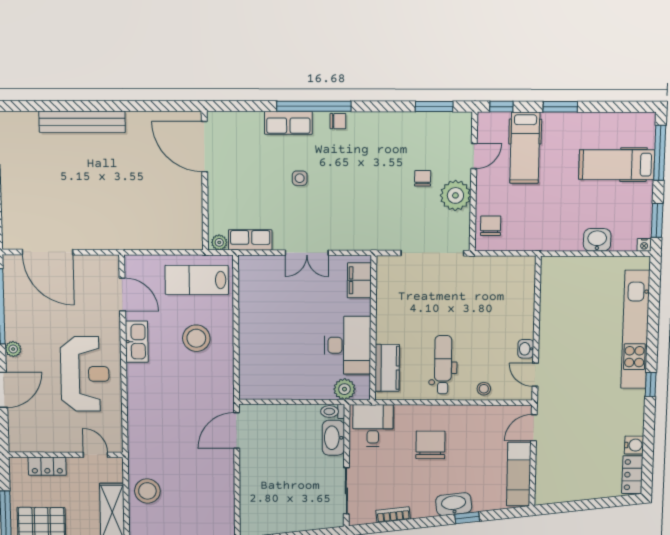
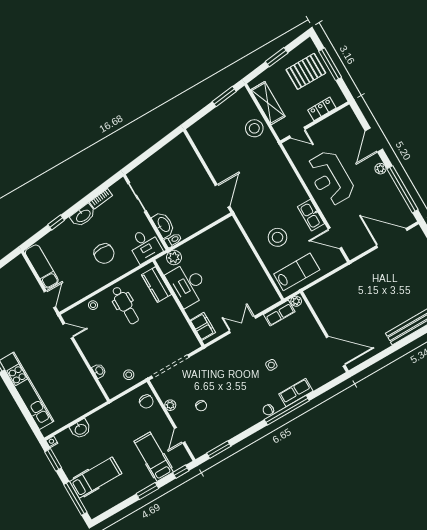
plant: (455, 195) -> (170, 405), width x0.53, depth x0.53
stool: (492, 274) -> (129, 375), added
washbasin: (526, 349) -> (99, 371), moved
washbasin: (454, 504) -> (83, 216), moved

